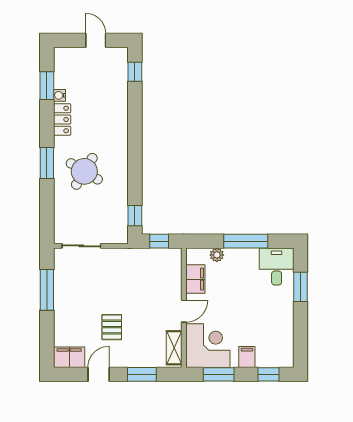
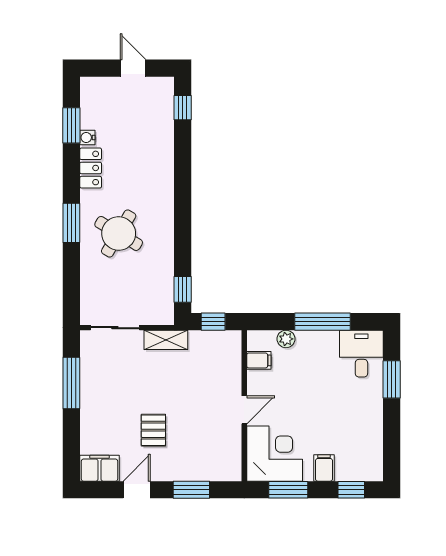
filing cabinet: (195, 279) -> (259, 360), width x0.50
shelving: (174, 348) -> (166, 340), moved, turned 90

